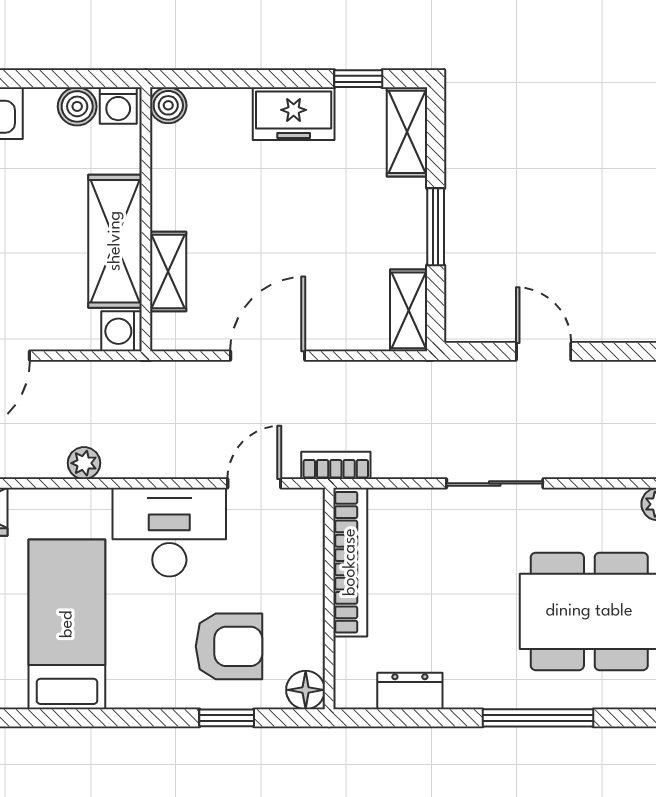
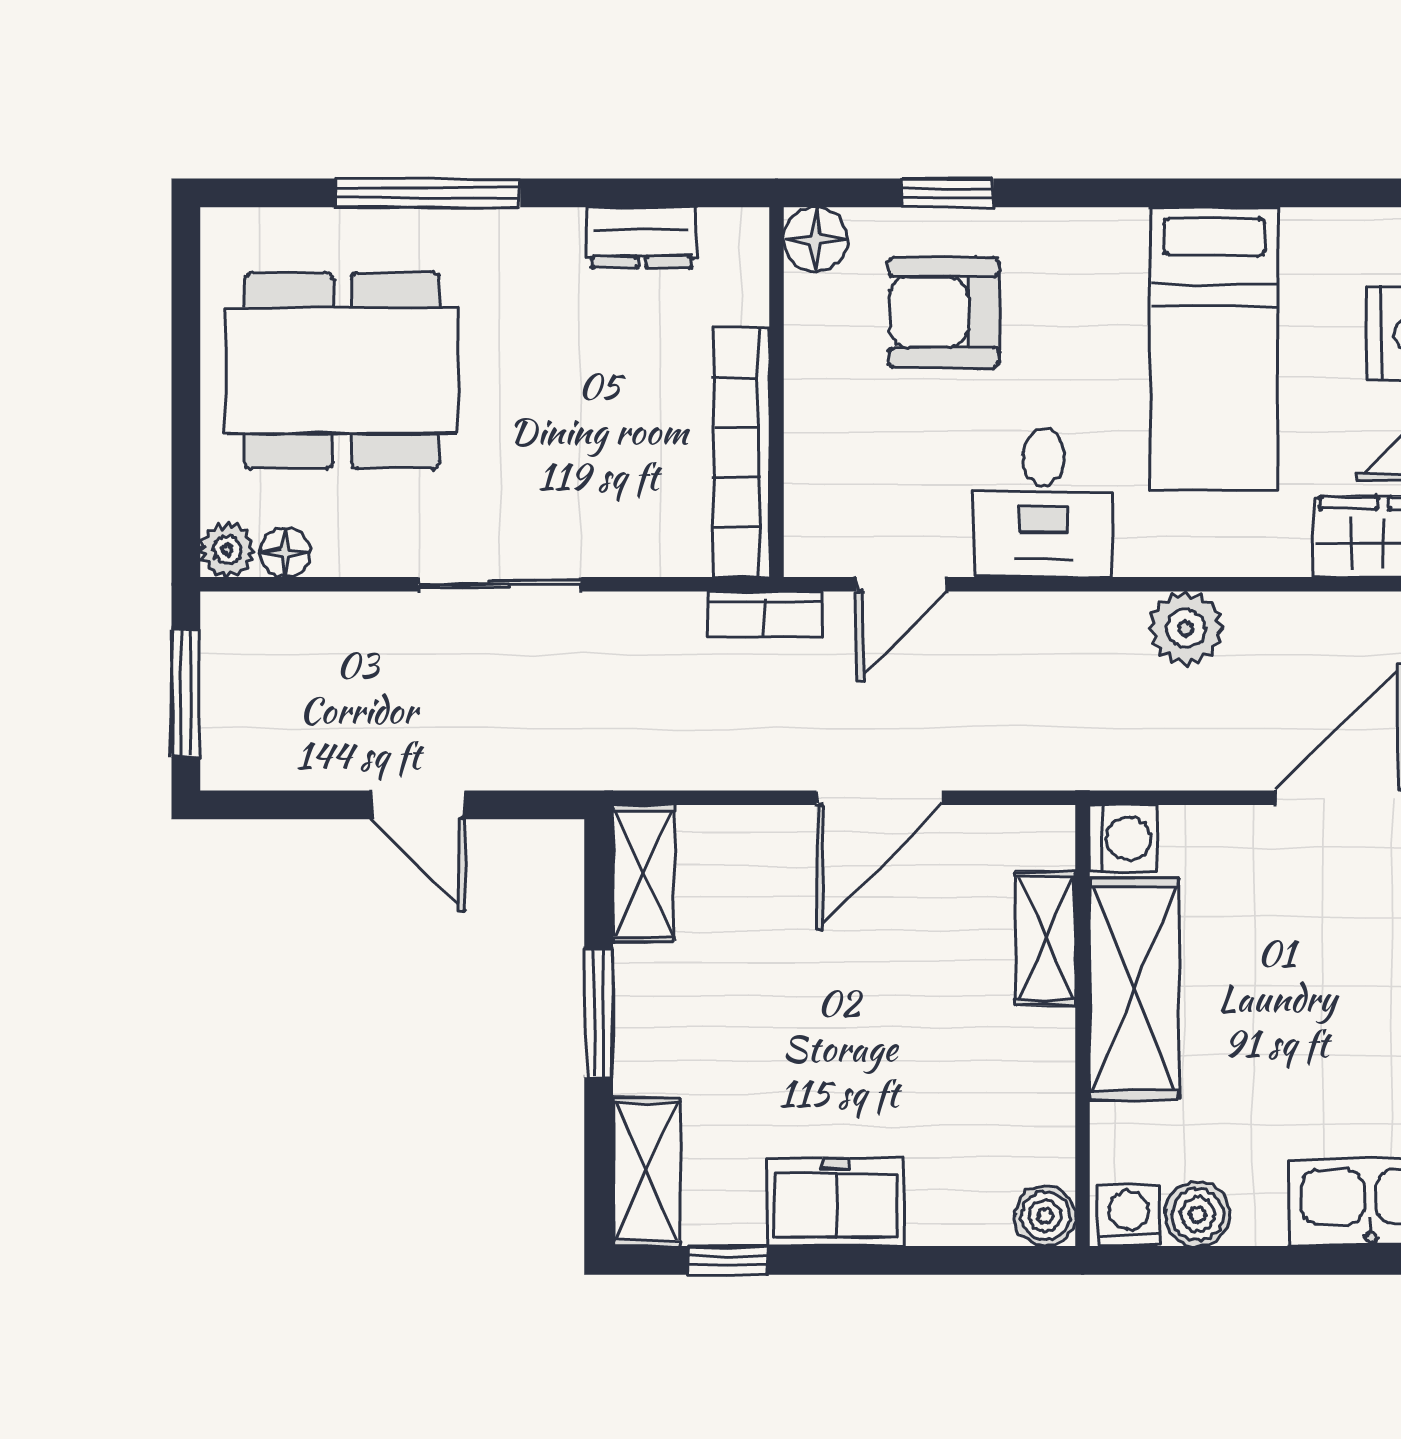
plant: (84, 463) -> (1186, 628), width x1.38, depth x1.38
floor lamp: (623, 502) -> (285, 553), added
desk: (169, 532) -> (1044, 503), width x0.73

